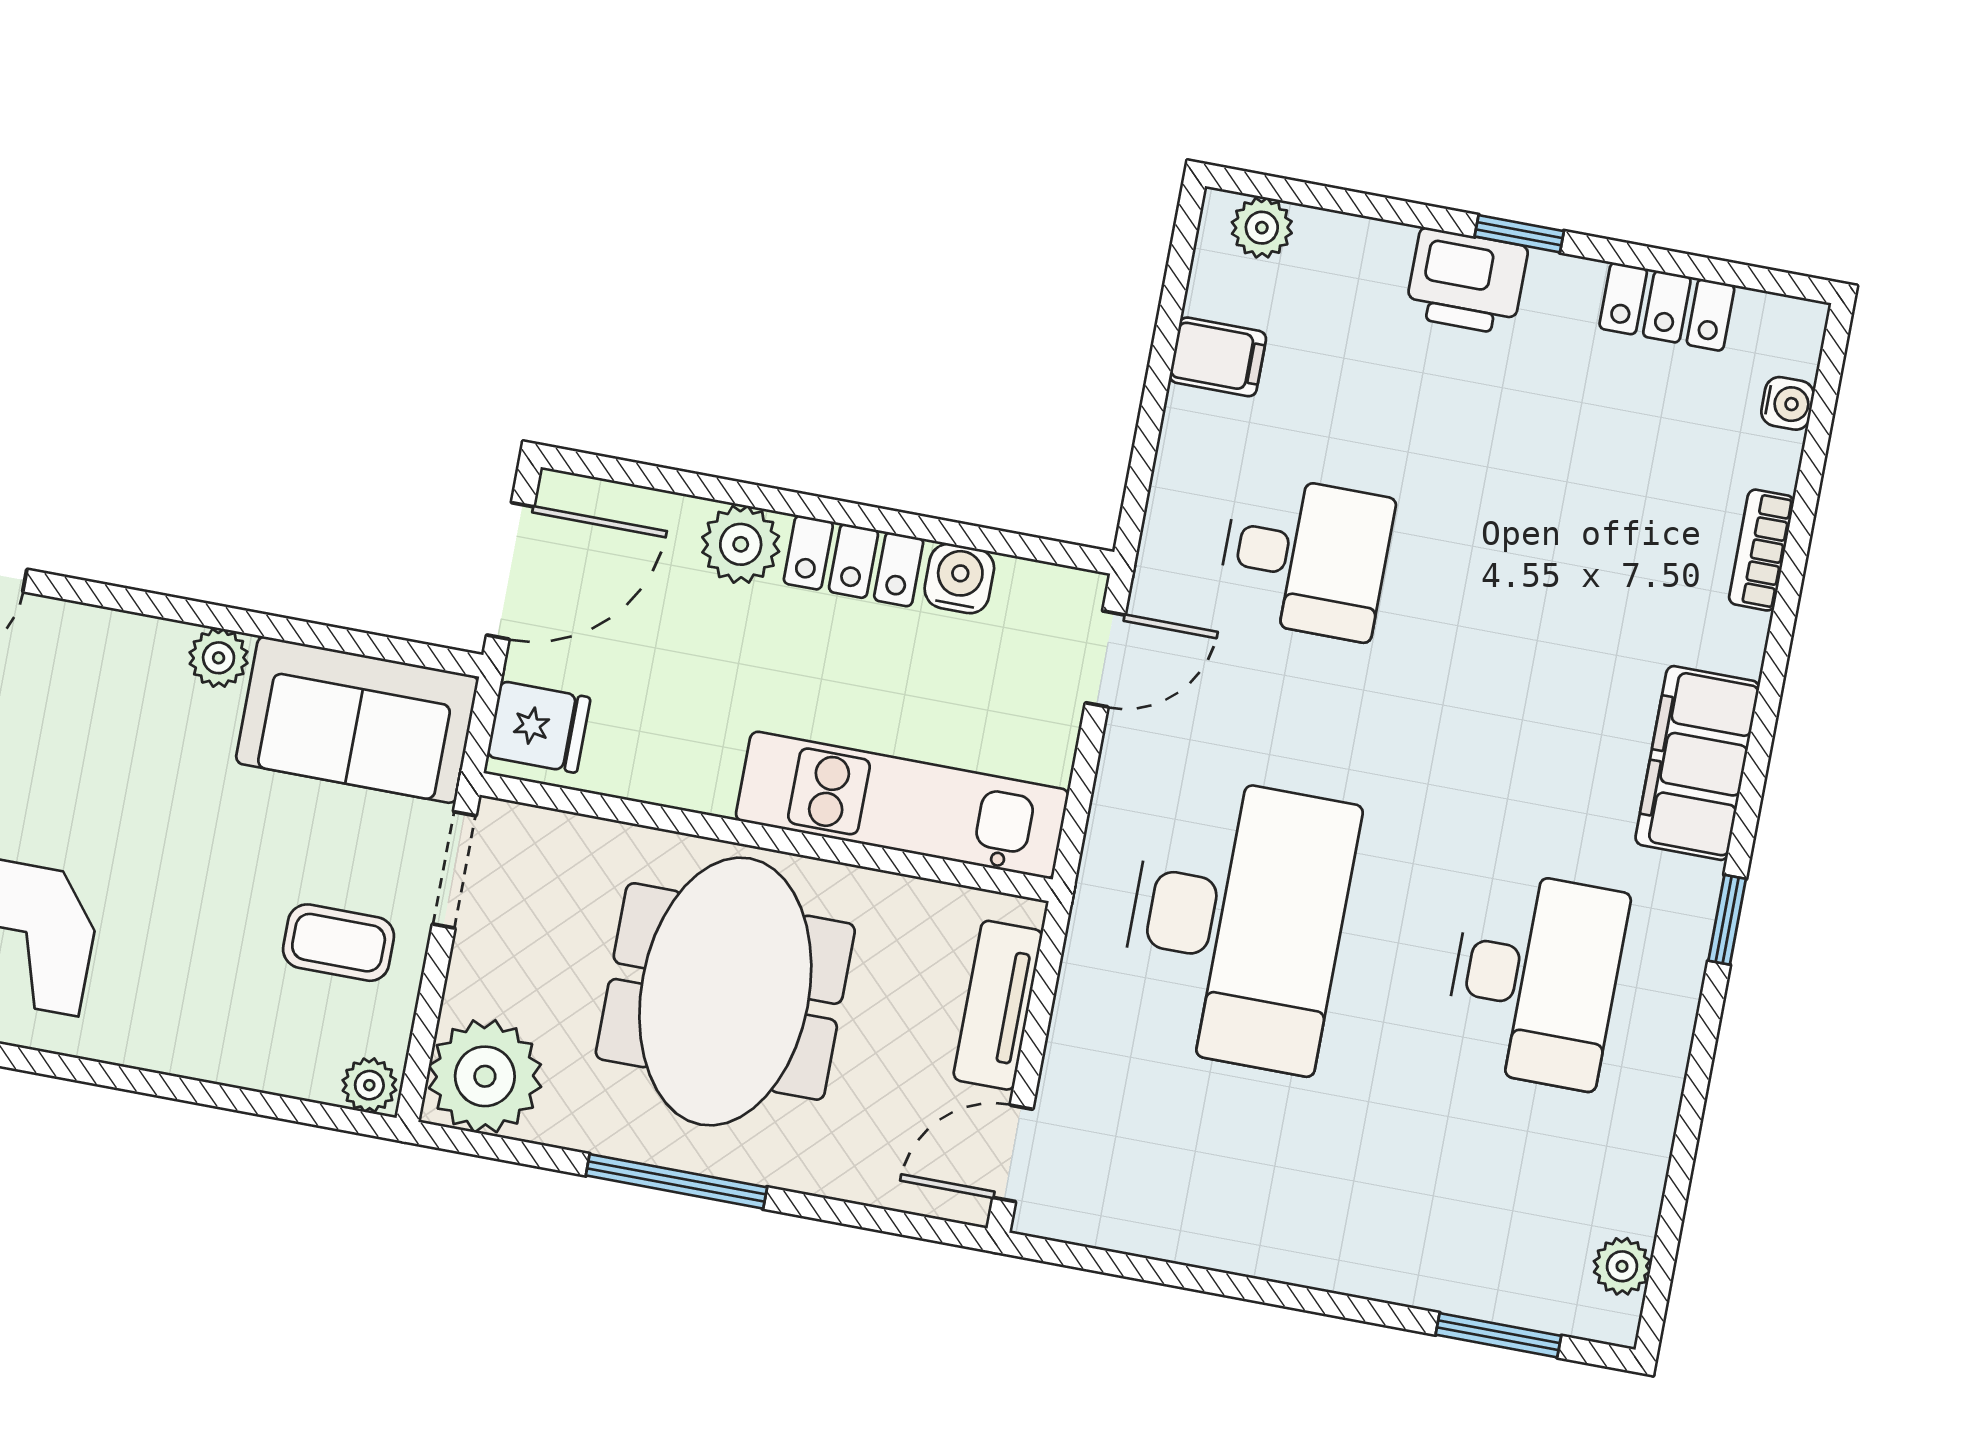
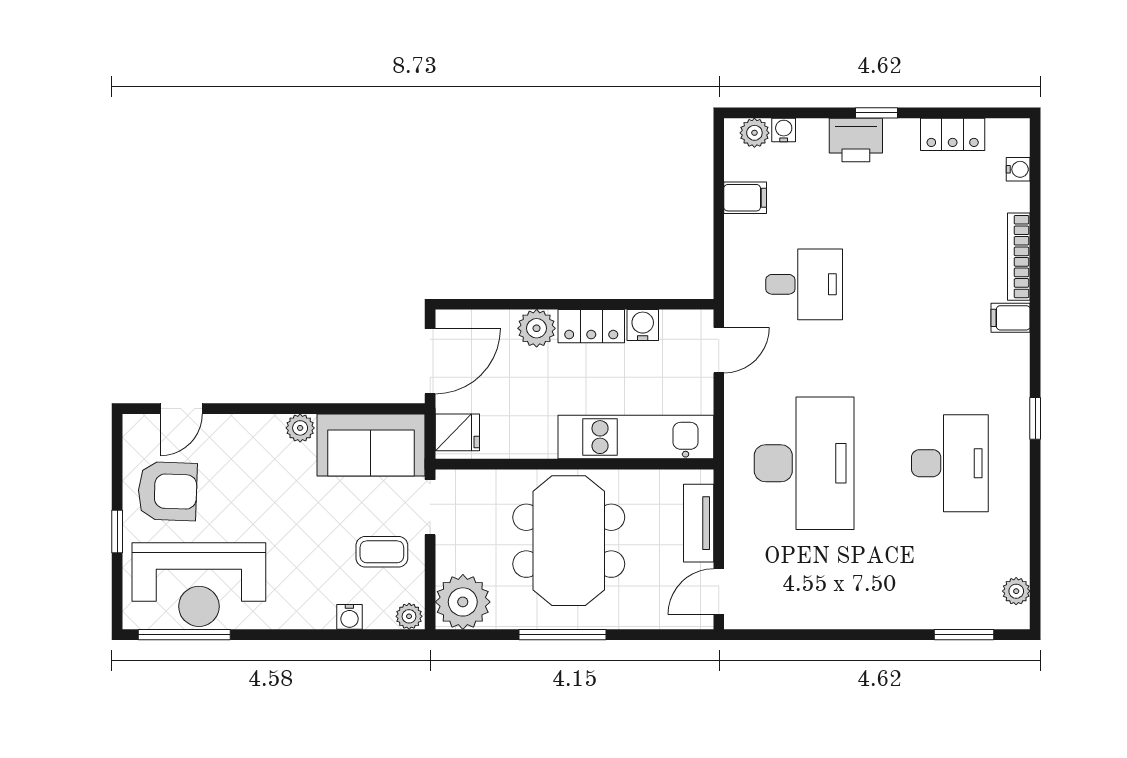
water cooler: (1323, 233) -> (784, 130), added
bookcase: (1761, 550) -> (1019, 257), width x1.56
filing cabinet: (1697, 763) -> (1011, 318), width x0.33, depth x0.86
water cooler: (247, 1063) -> (349, 617), added

